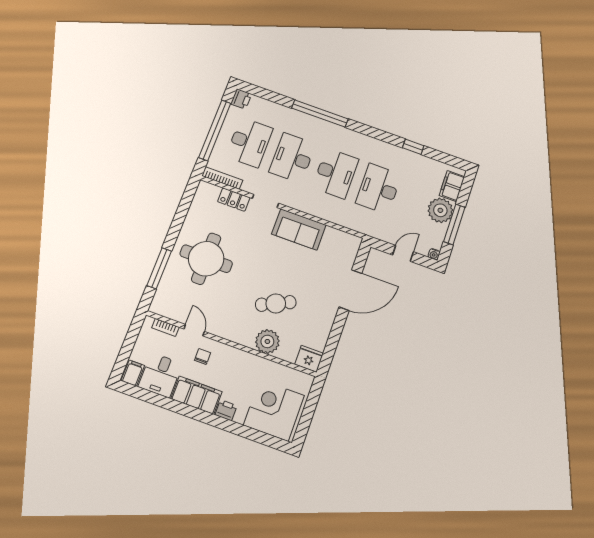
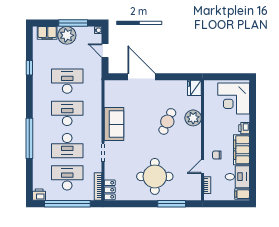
desk: (379, 189) -> (67, 81), turned 180
locker: (234, 200) -> (110, 190), moved
cafe table: (276, 303) -> (167, 121), turned 49

